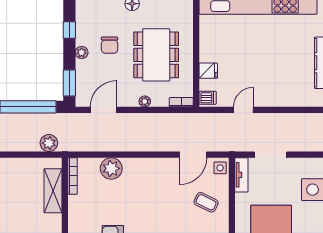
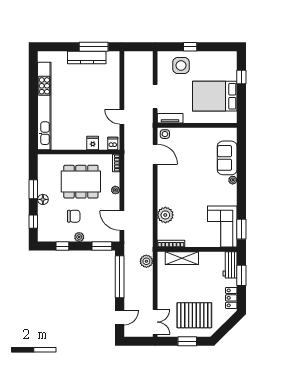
coffee table: (206, 202) -> (190, 145), removed

